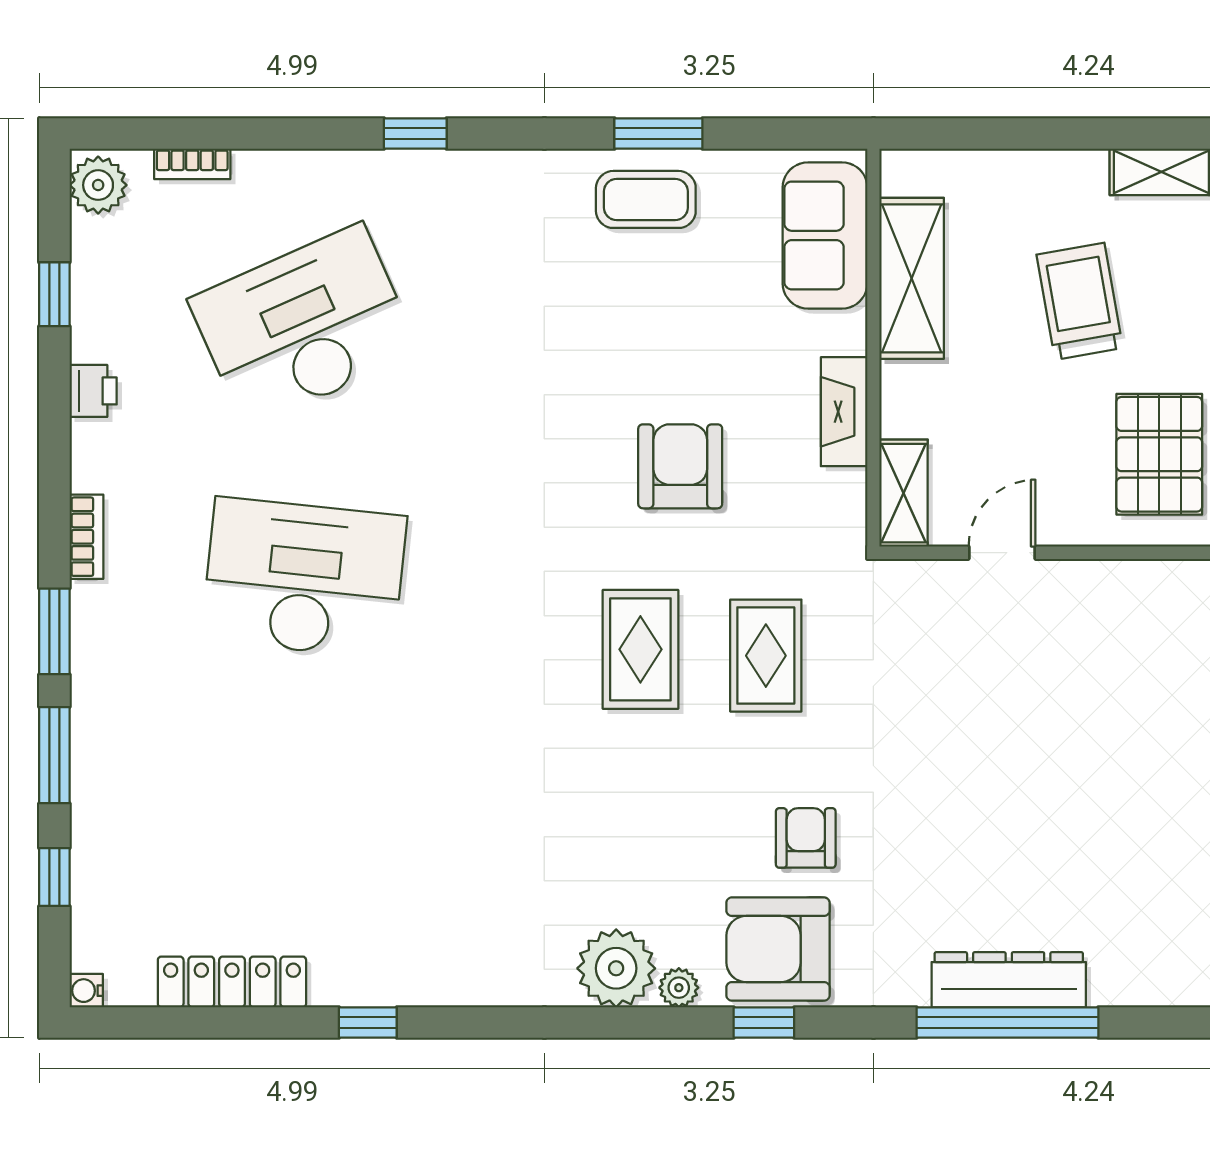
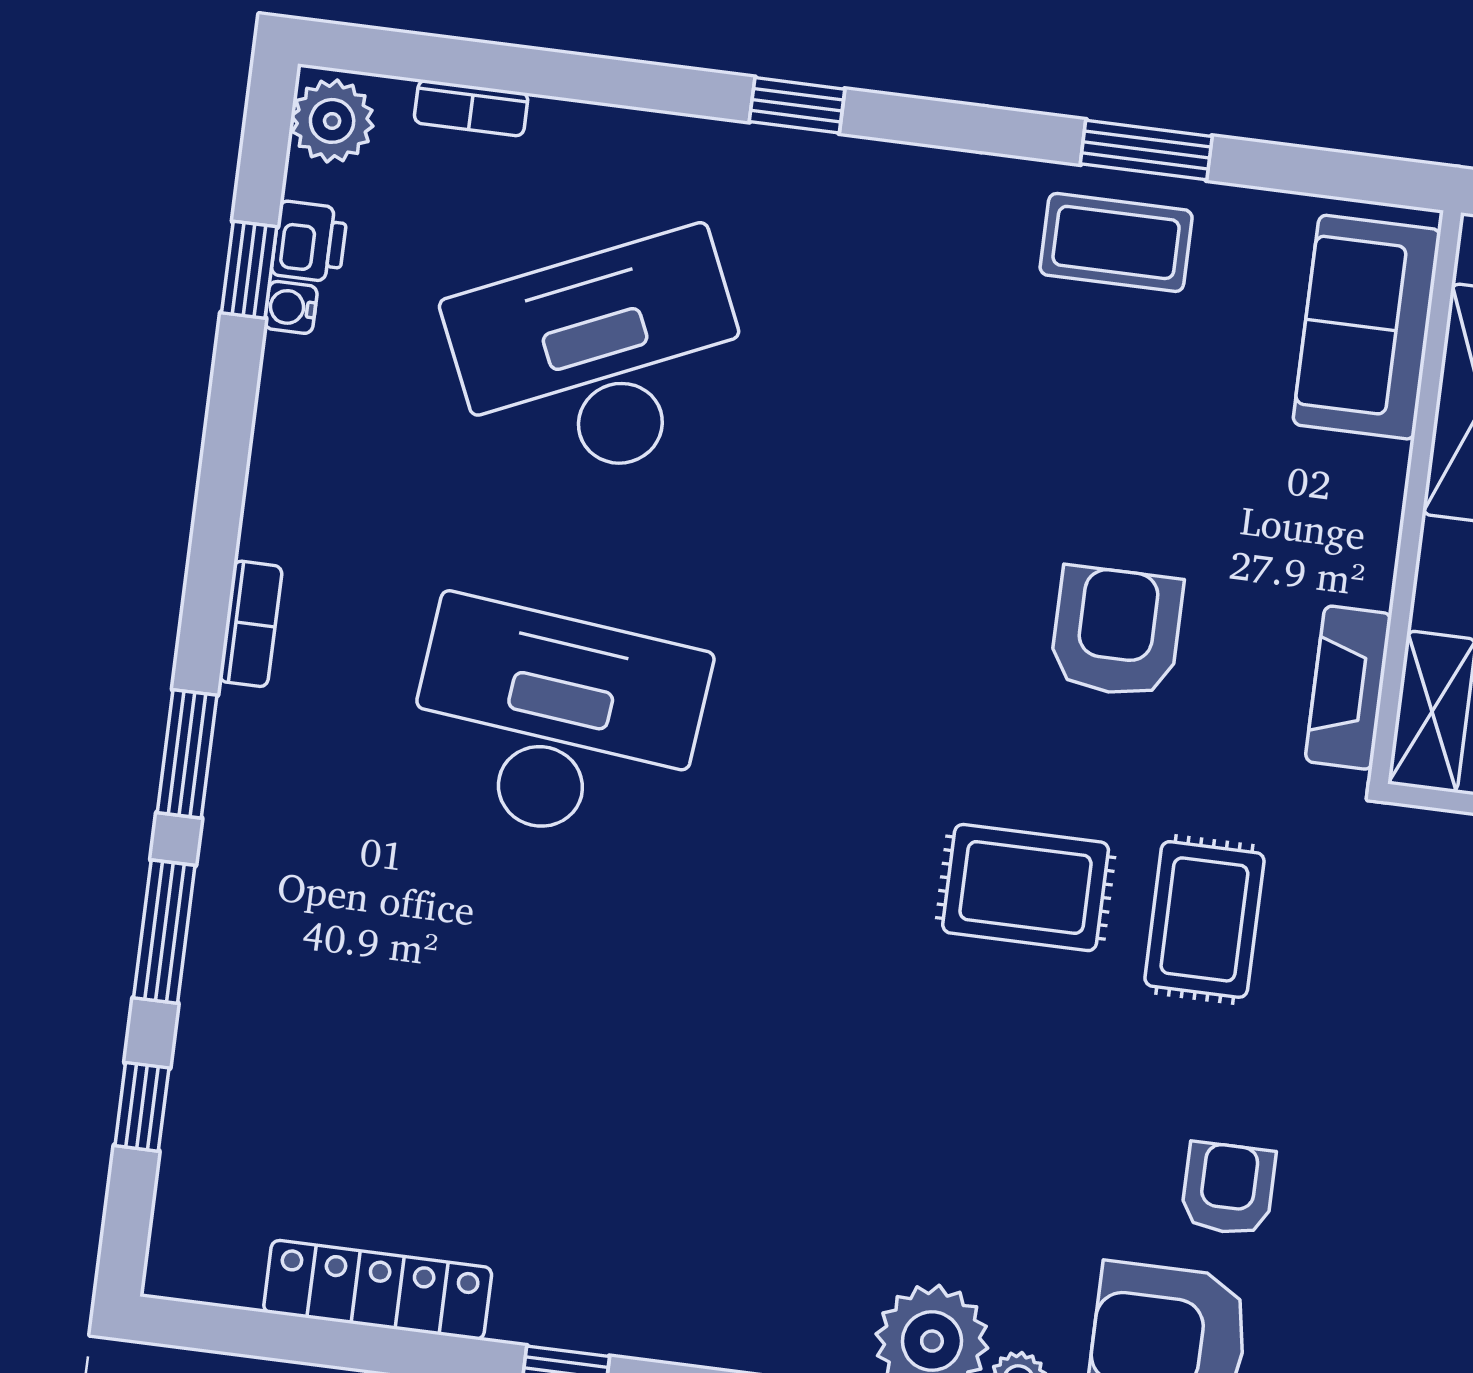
printer: (93, 391) -> (309, 242), moved
fireplace: (844, 412) -> (1348, 688), moved
rug: (640, 649) -> (1026, 888), turned 90
water cooler: (86, 991) -> (291, 307), moved

